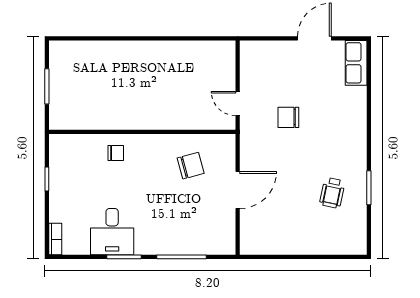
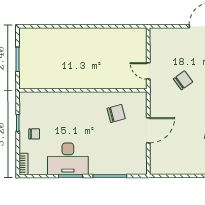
chair: (288, 117) -> (183, 80), turned 144
chair: (116, 153) -> (34, 134), moved
desk: (112, 232) -> (68, 159), width x1.37

